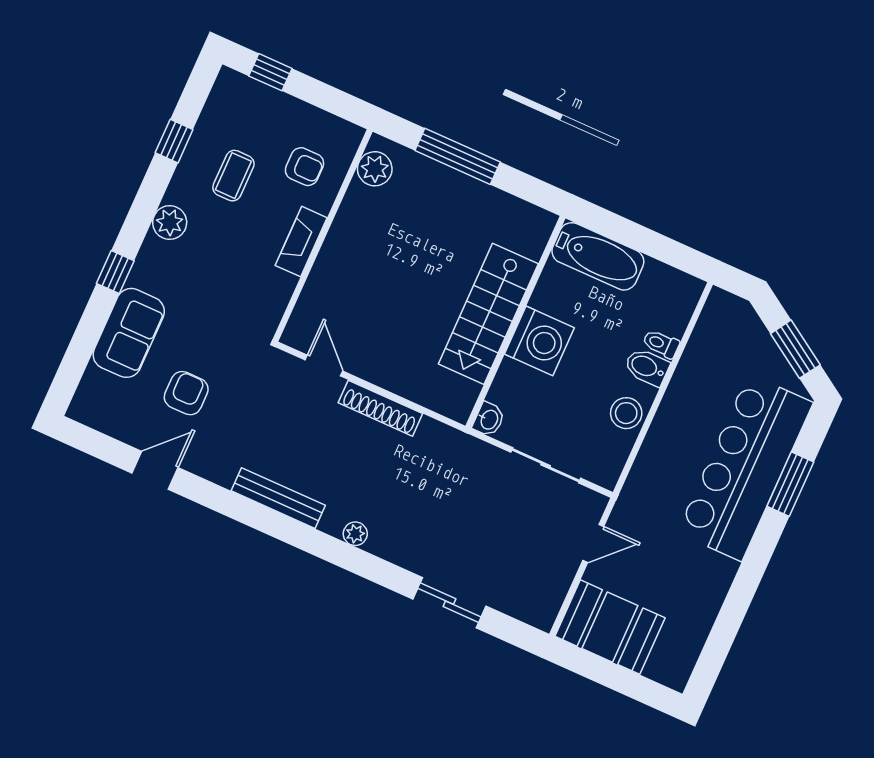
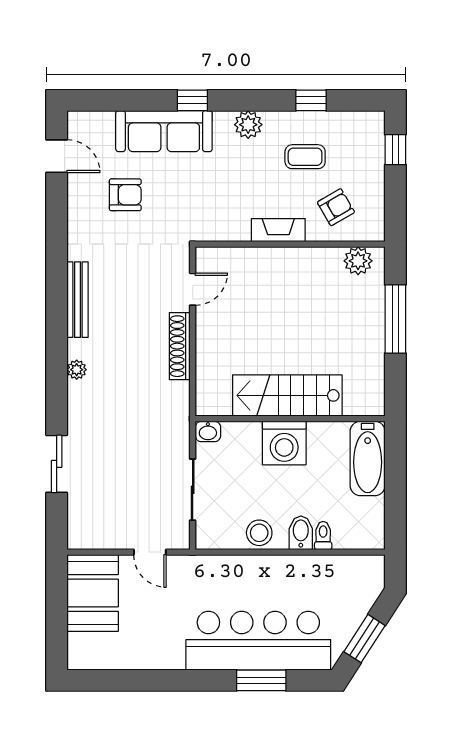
armchair: (304, 167) -> (336, 207), turned -120
sofa: (129, 333) -> (164, 131), width x1.36
door: (155, 470) -> (57, 156), moved

